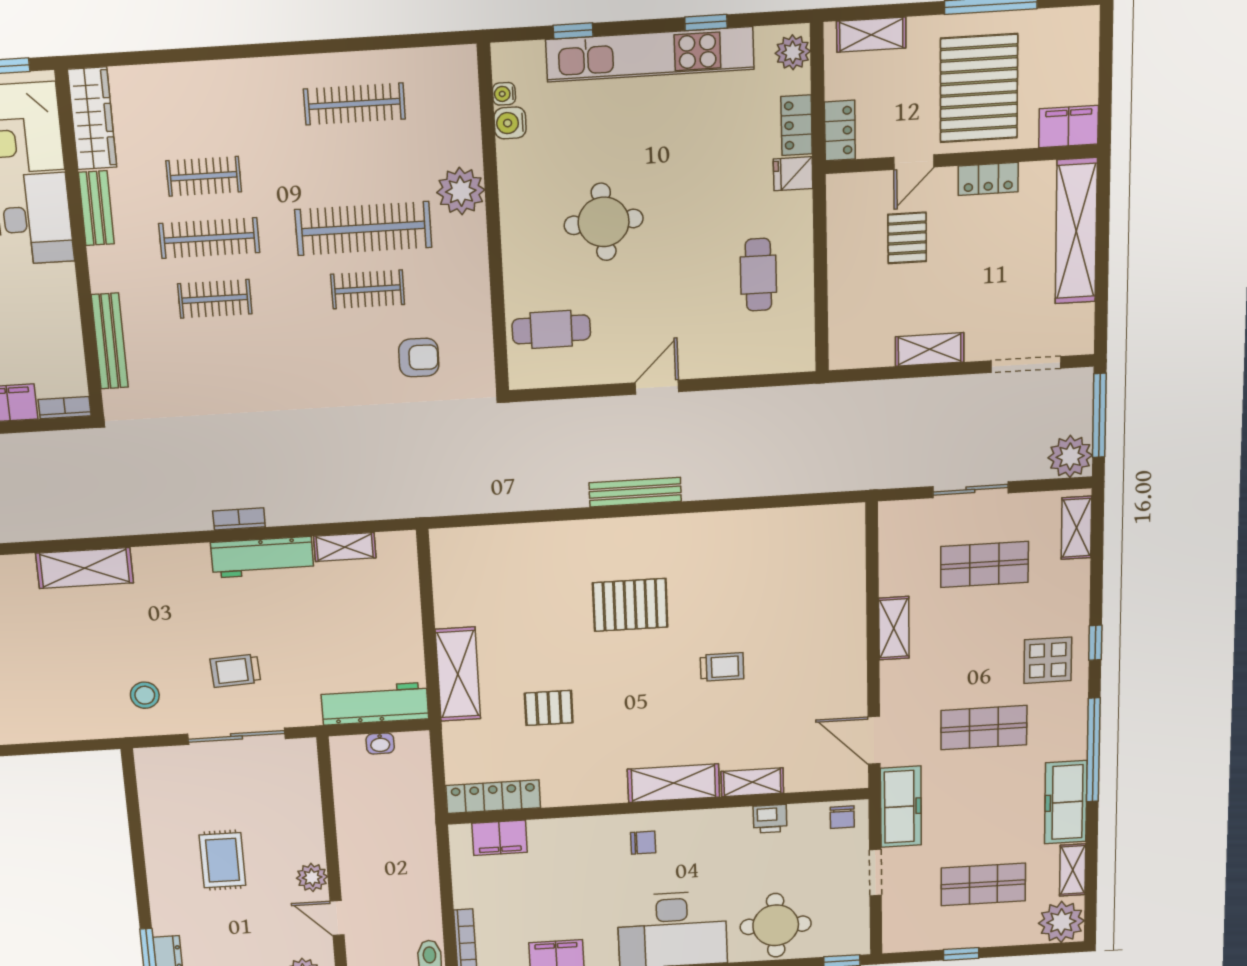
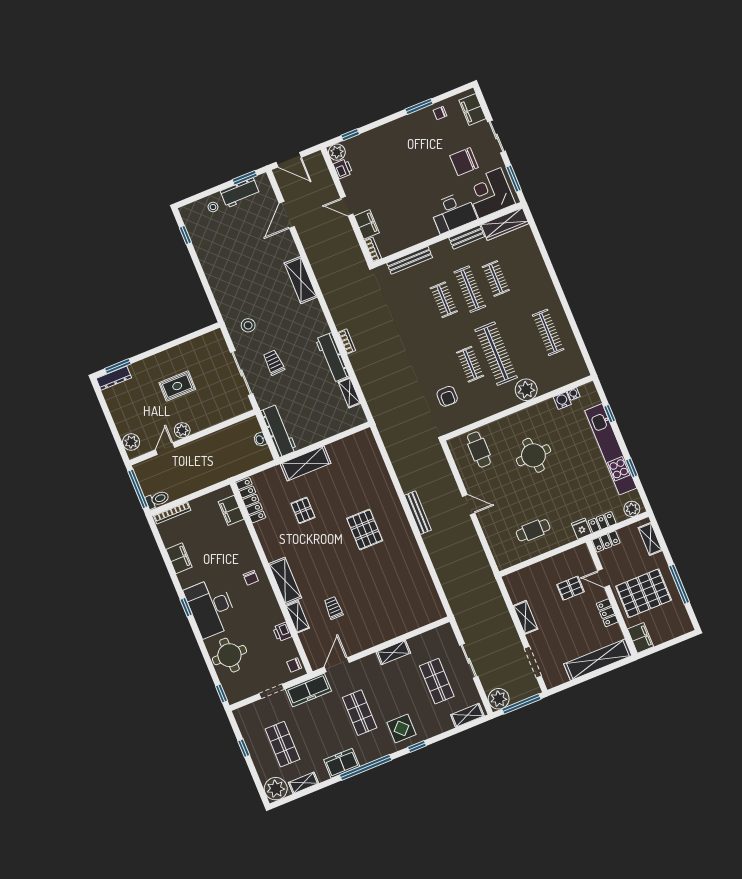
trolley: (722, 667) -> (333, 608), moved, turned 180
freezer: (1066, 802) -> (342, 763), width x0.71

